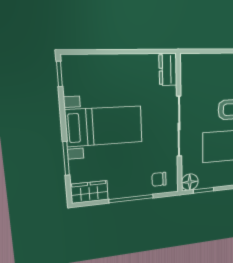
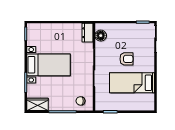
floor lamp: (190, 182) -> (101, 36), moved

